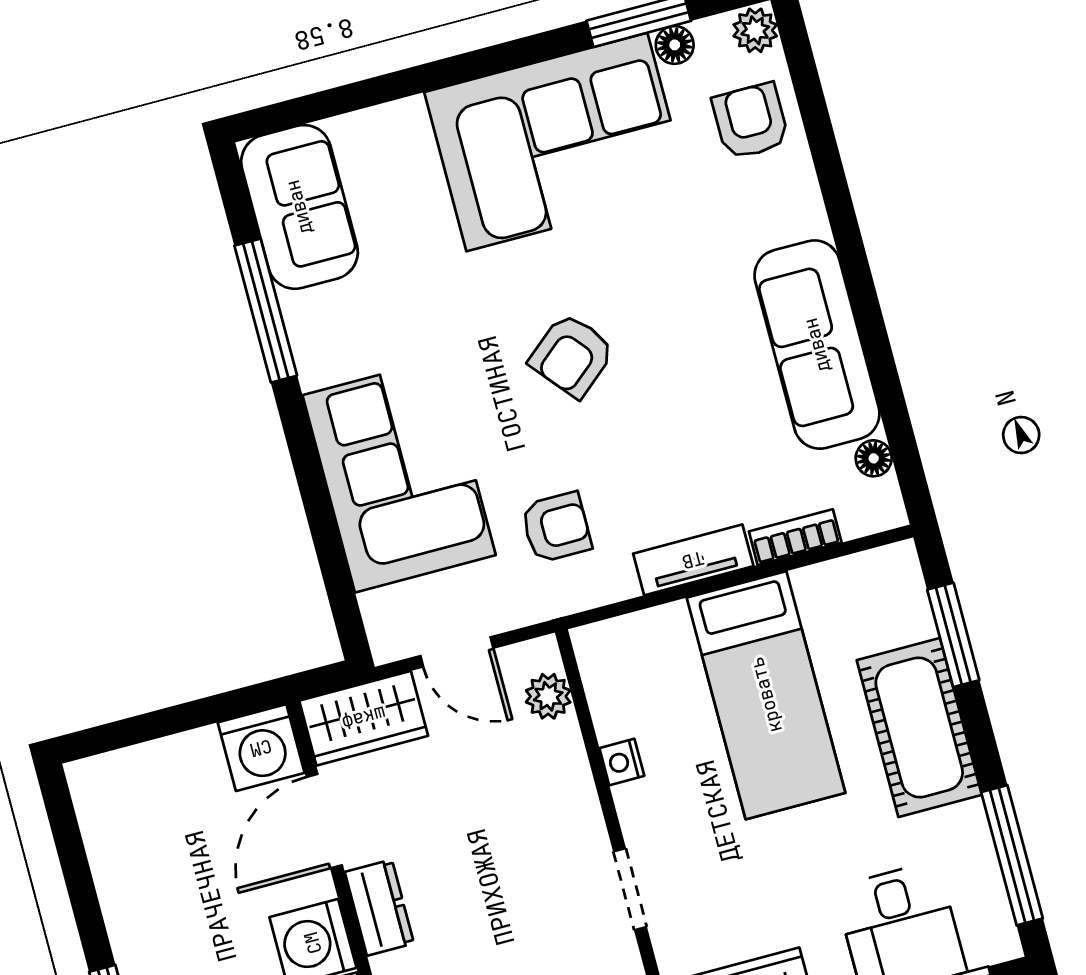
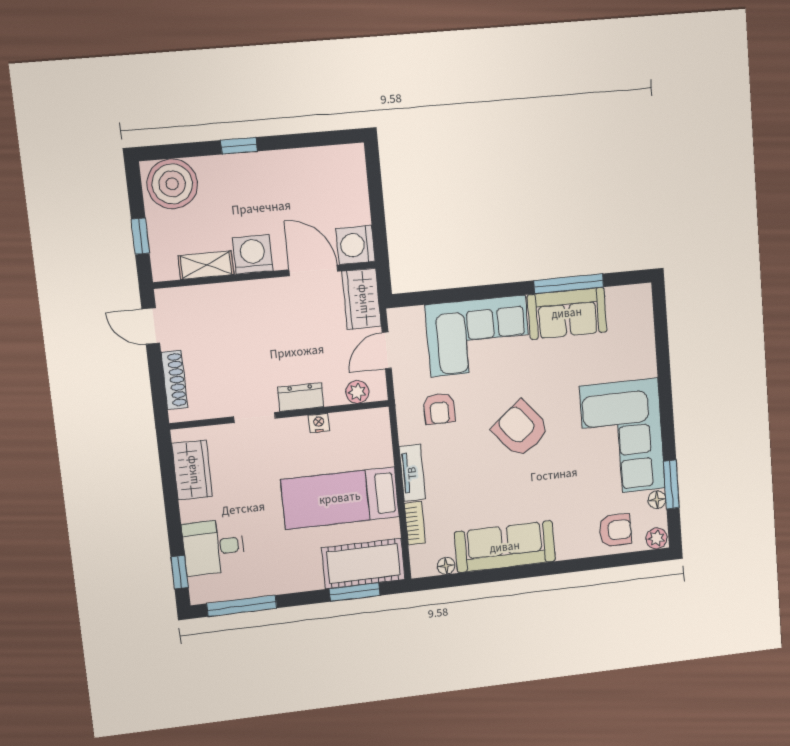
sofa: (299, 207) -> (567, 313), moved
armchair: (572, 355) -> (521, 429), width x1.38, depth x1.38
cot: (919, 727) -> (363, 564), moved
dresser: (379, 908) -> (301, 397), moved, turned 180

